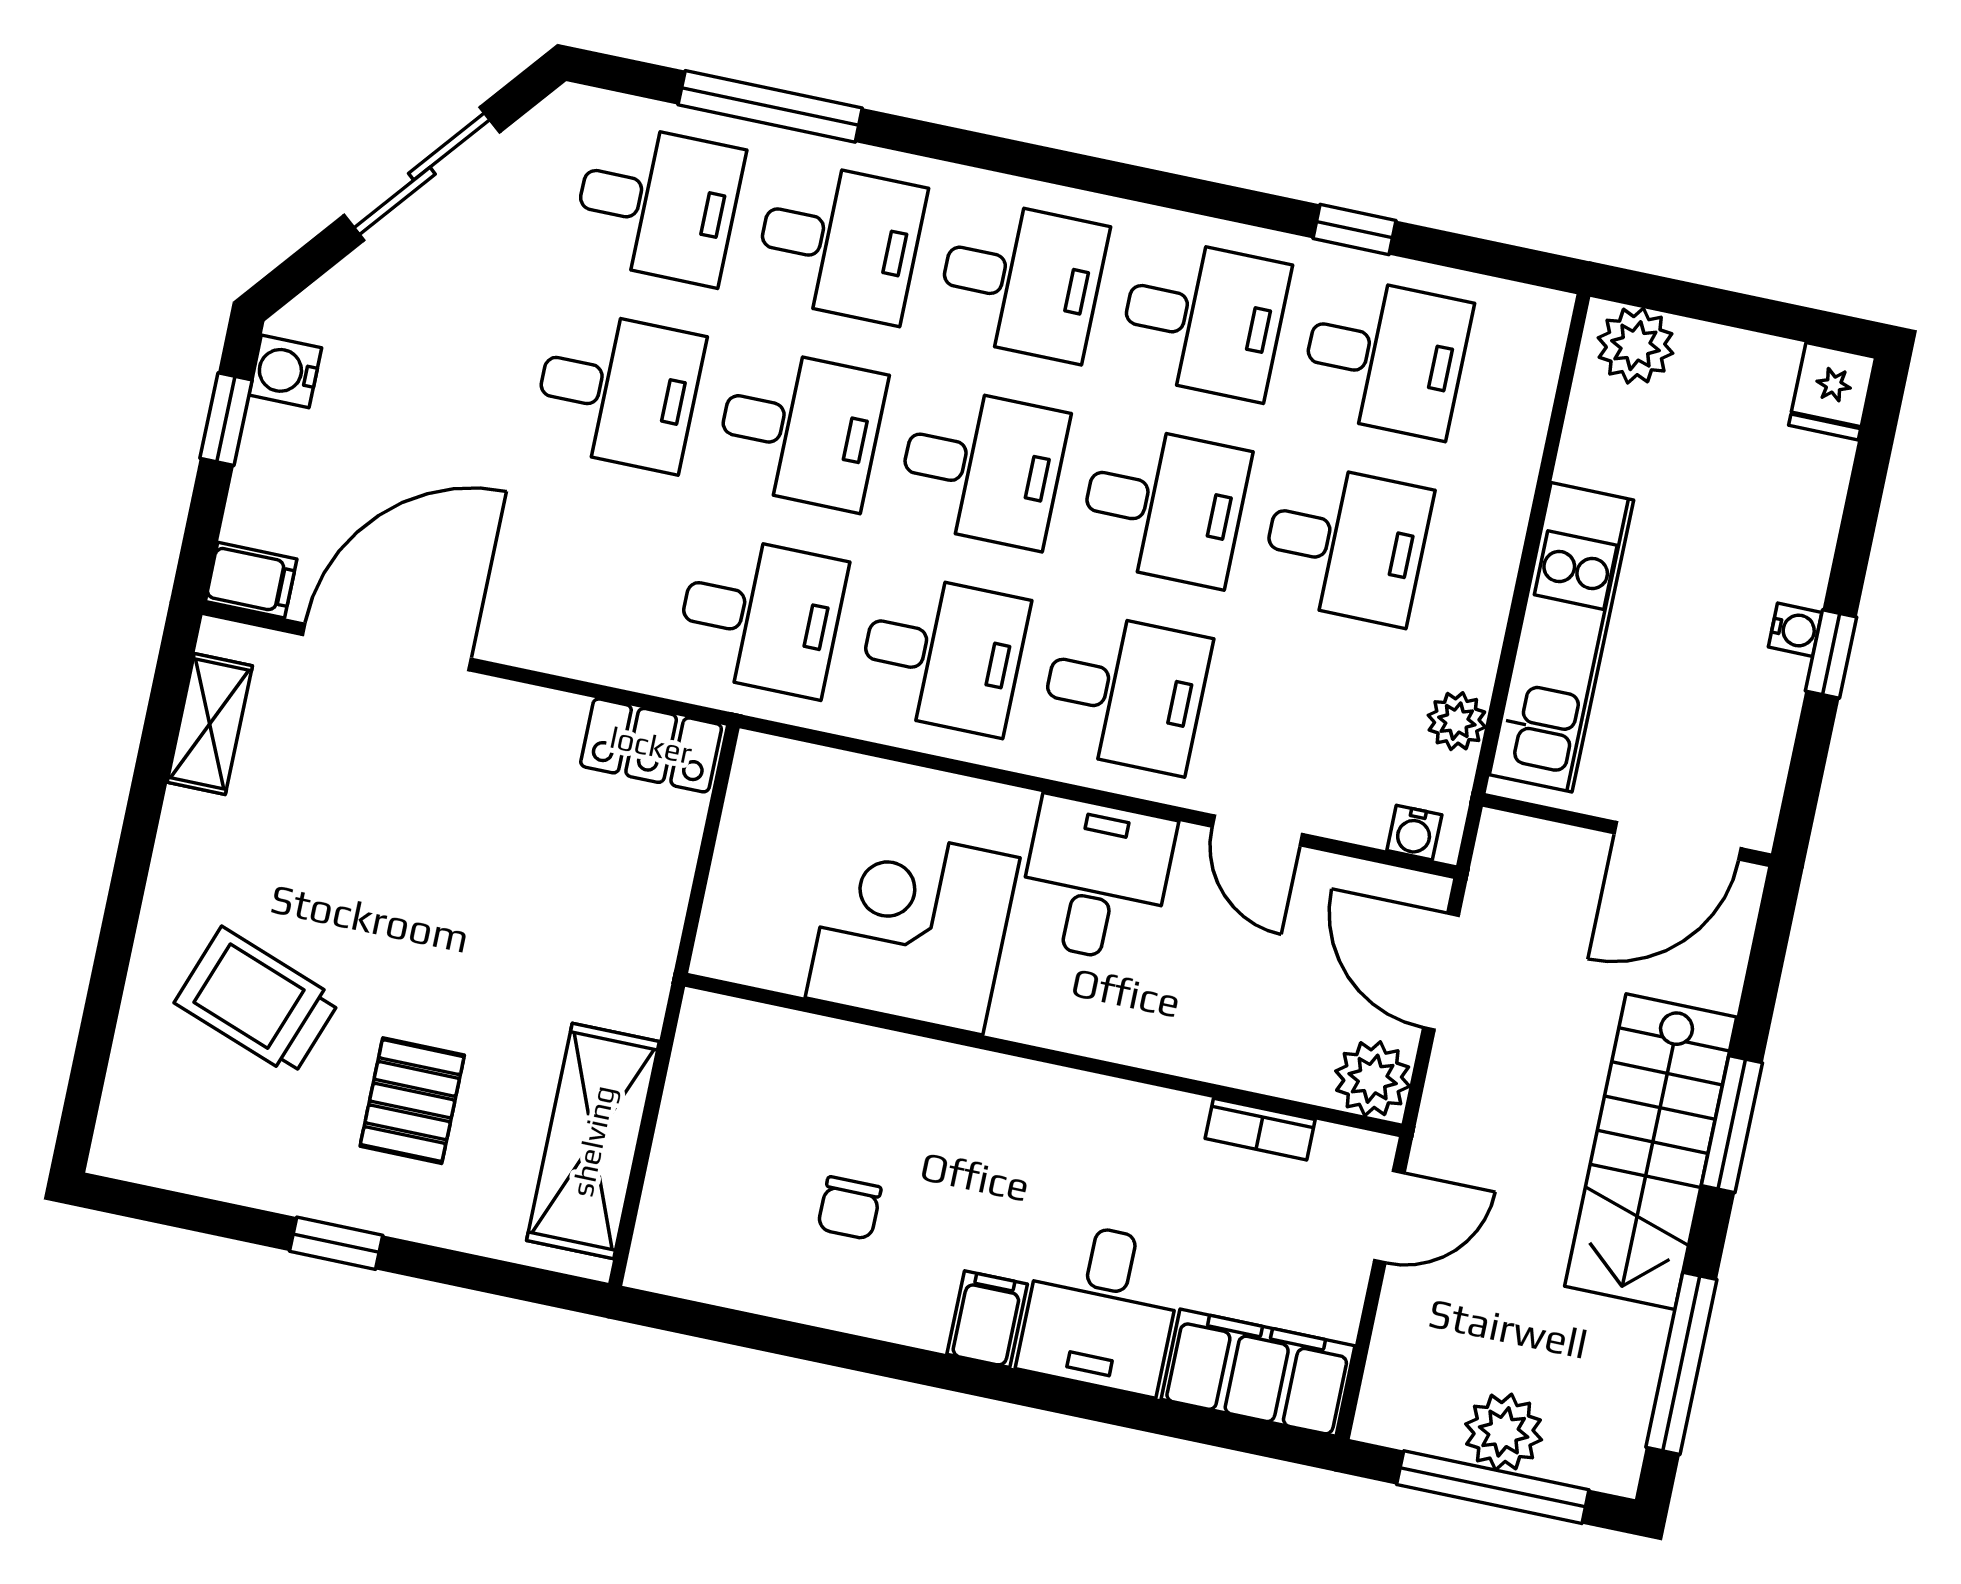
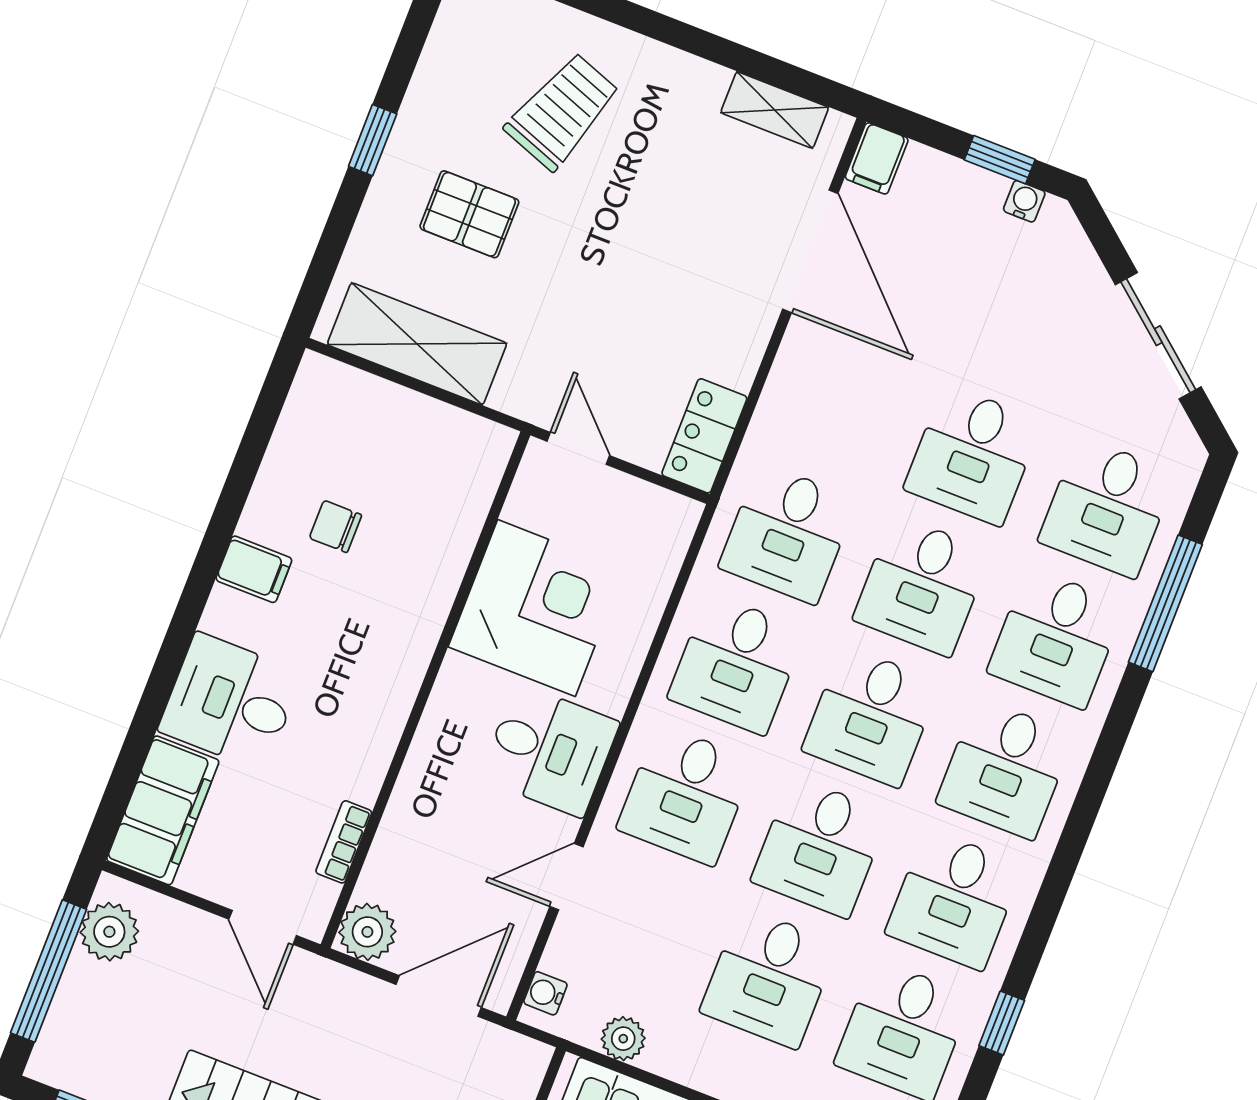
water cooler: (285, 371) -> (1024, 201), width x0.72, depth x0.72
door: (695, 908) -> (578, 448), added
filing cabinet: (987, 1319) -> (254, 569), moved
plant: (1504, 1432) -> (109, 932), moved

